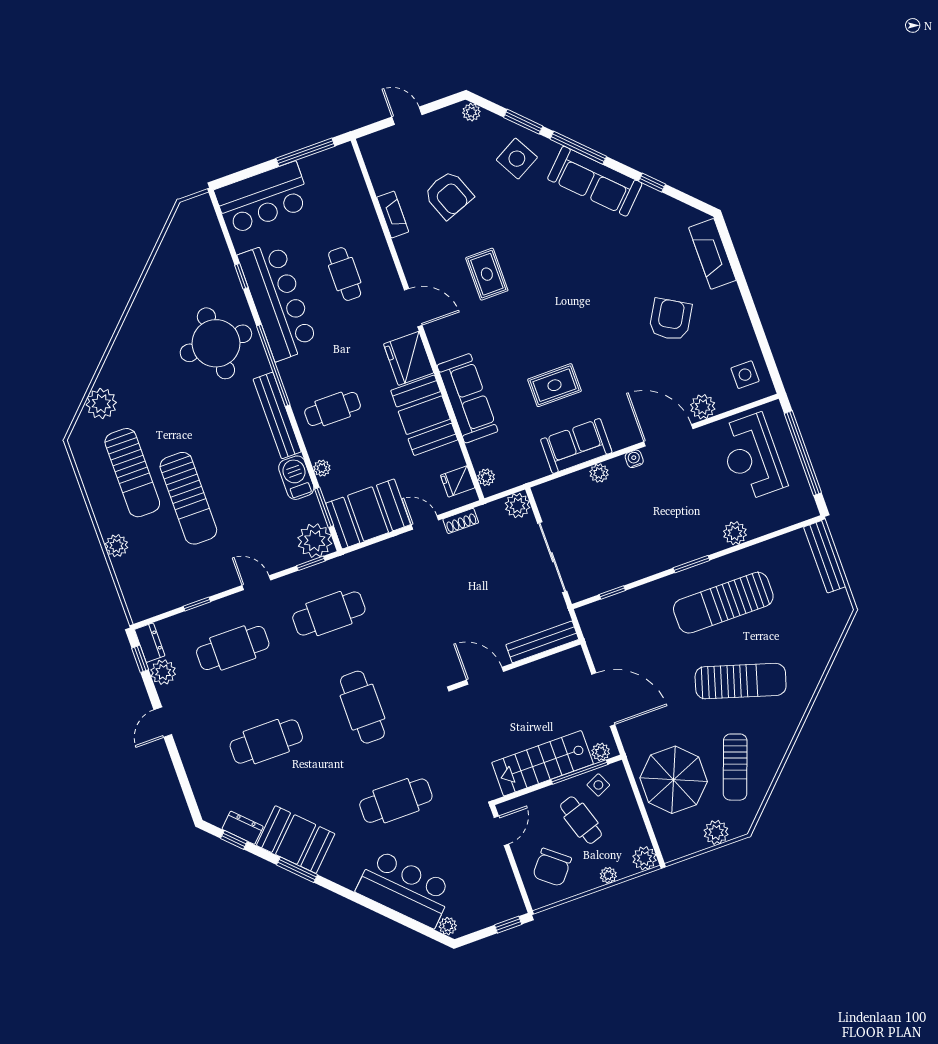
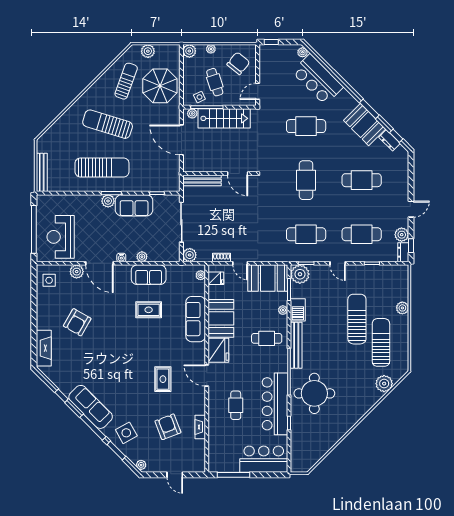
reception desk: (752, 457) -> (61, 237), turned 180
plant: (735, 533) -> (108, 201), moved
sofa: (644, 557) -> (134, 205), added

